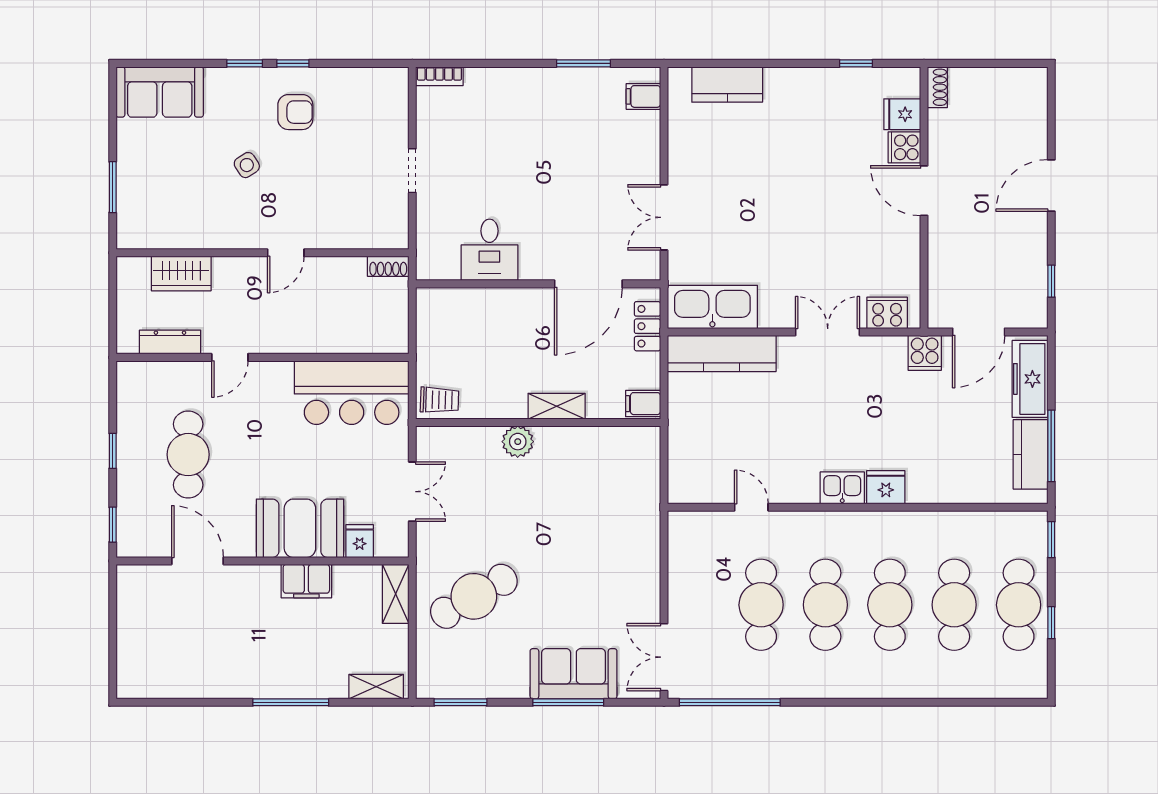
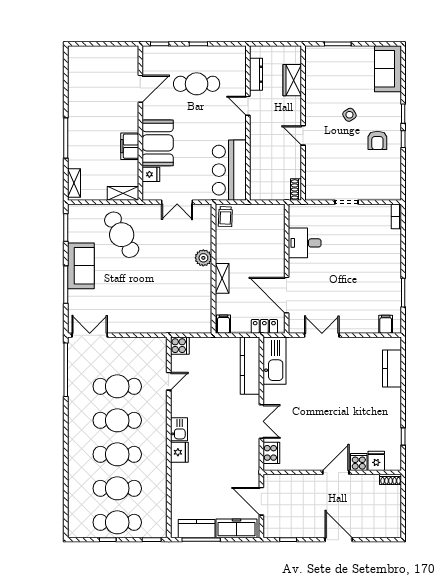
cooker: (925, 353) -> (180, 346), moved, turned 180
sofa: (573, 674) -> (81, 266), moved

